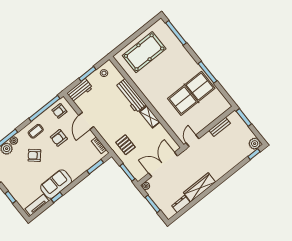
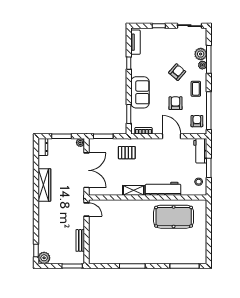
pool table: (144, 52) -> (174, 217), moved, turned 90
table tennis table: (191, 93) -> (126, 239), removed
sofa: (56, 184) -> (140, 92), moved
dresser: (181, 204) -> (43, 147), moved

